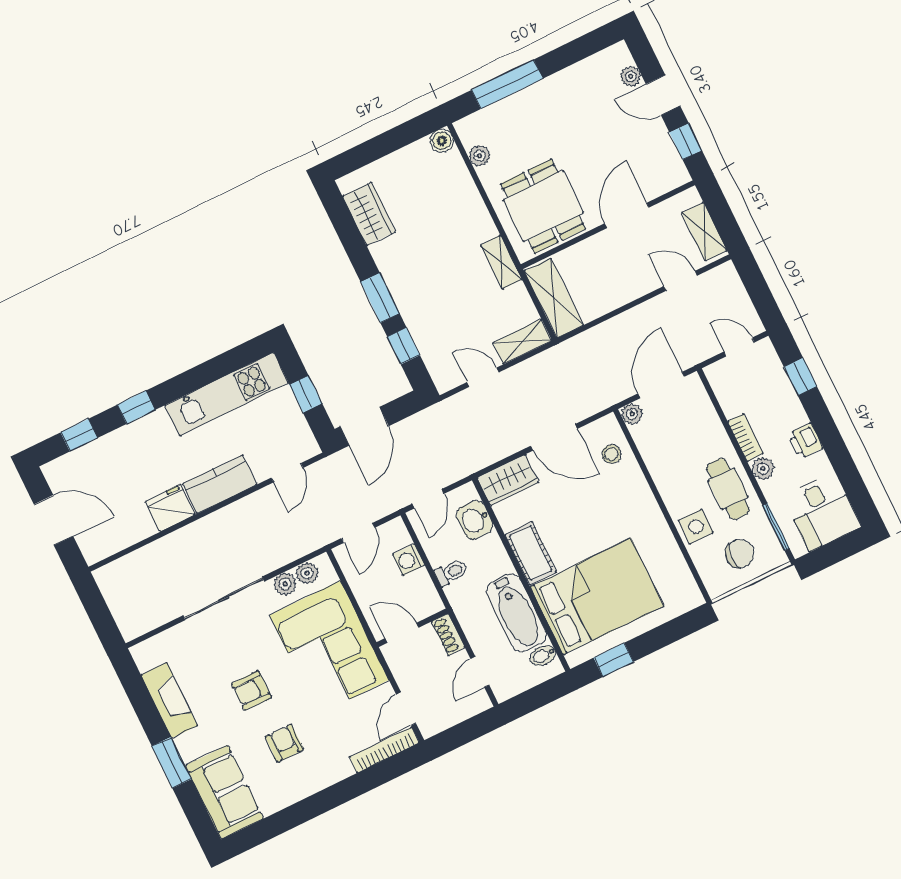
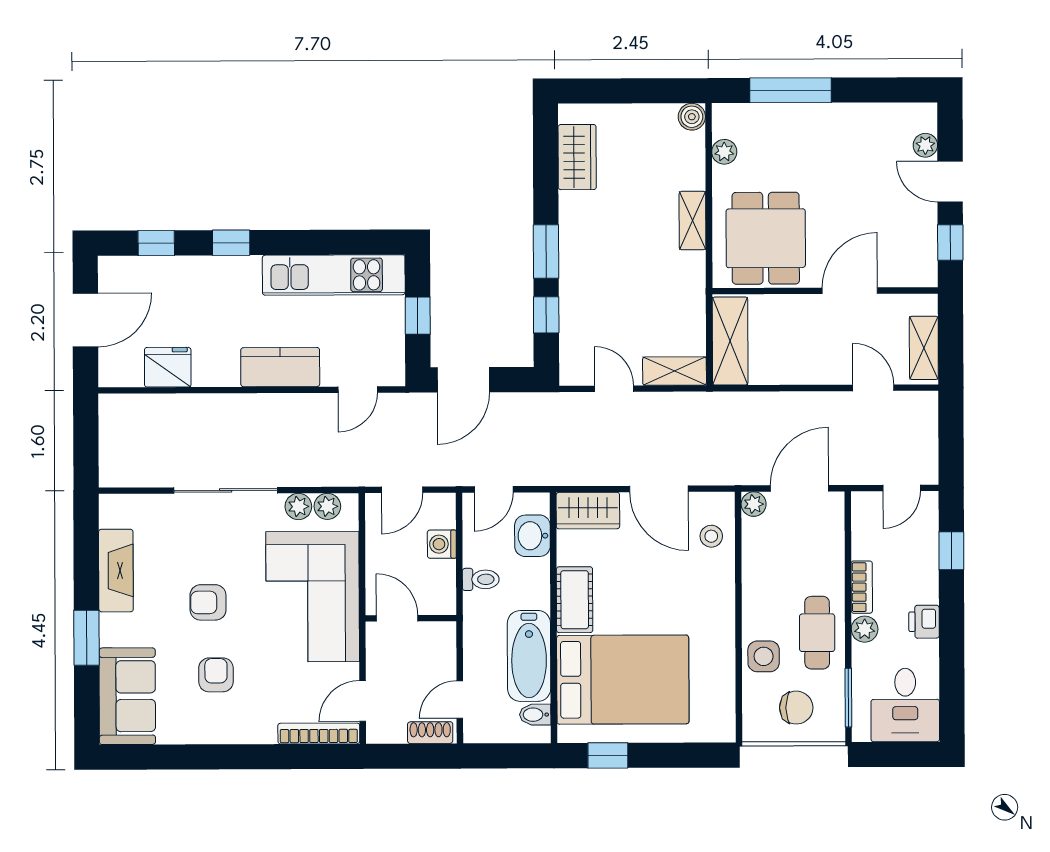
shelving: (501, 262) -> (693, 220), moved
door: (739, 347) -> (902, 488), swing flipped
fridge: (170, 508) -> (168, 367), moved
door: (54, 520) -> (85, 320), hinge flipped
shoe rack: (448, 634) -> (430, 733), moved, turned 90

